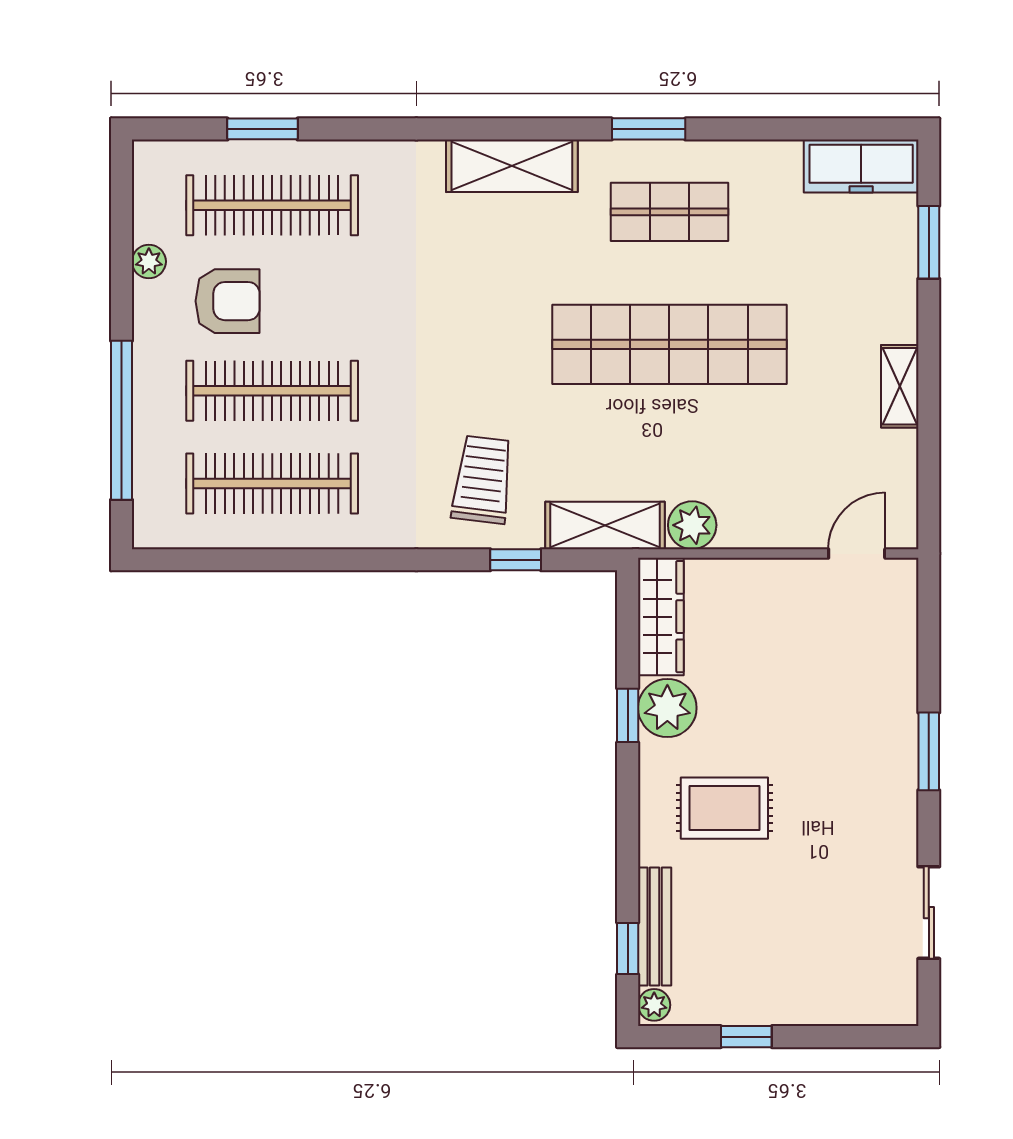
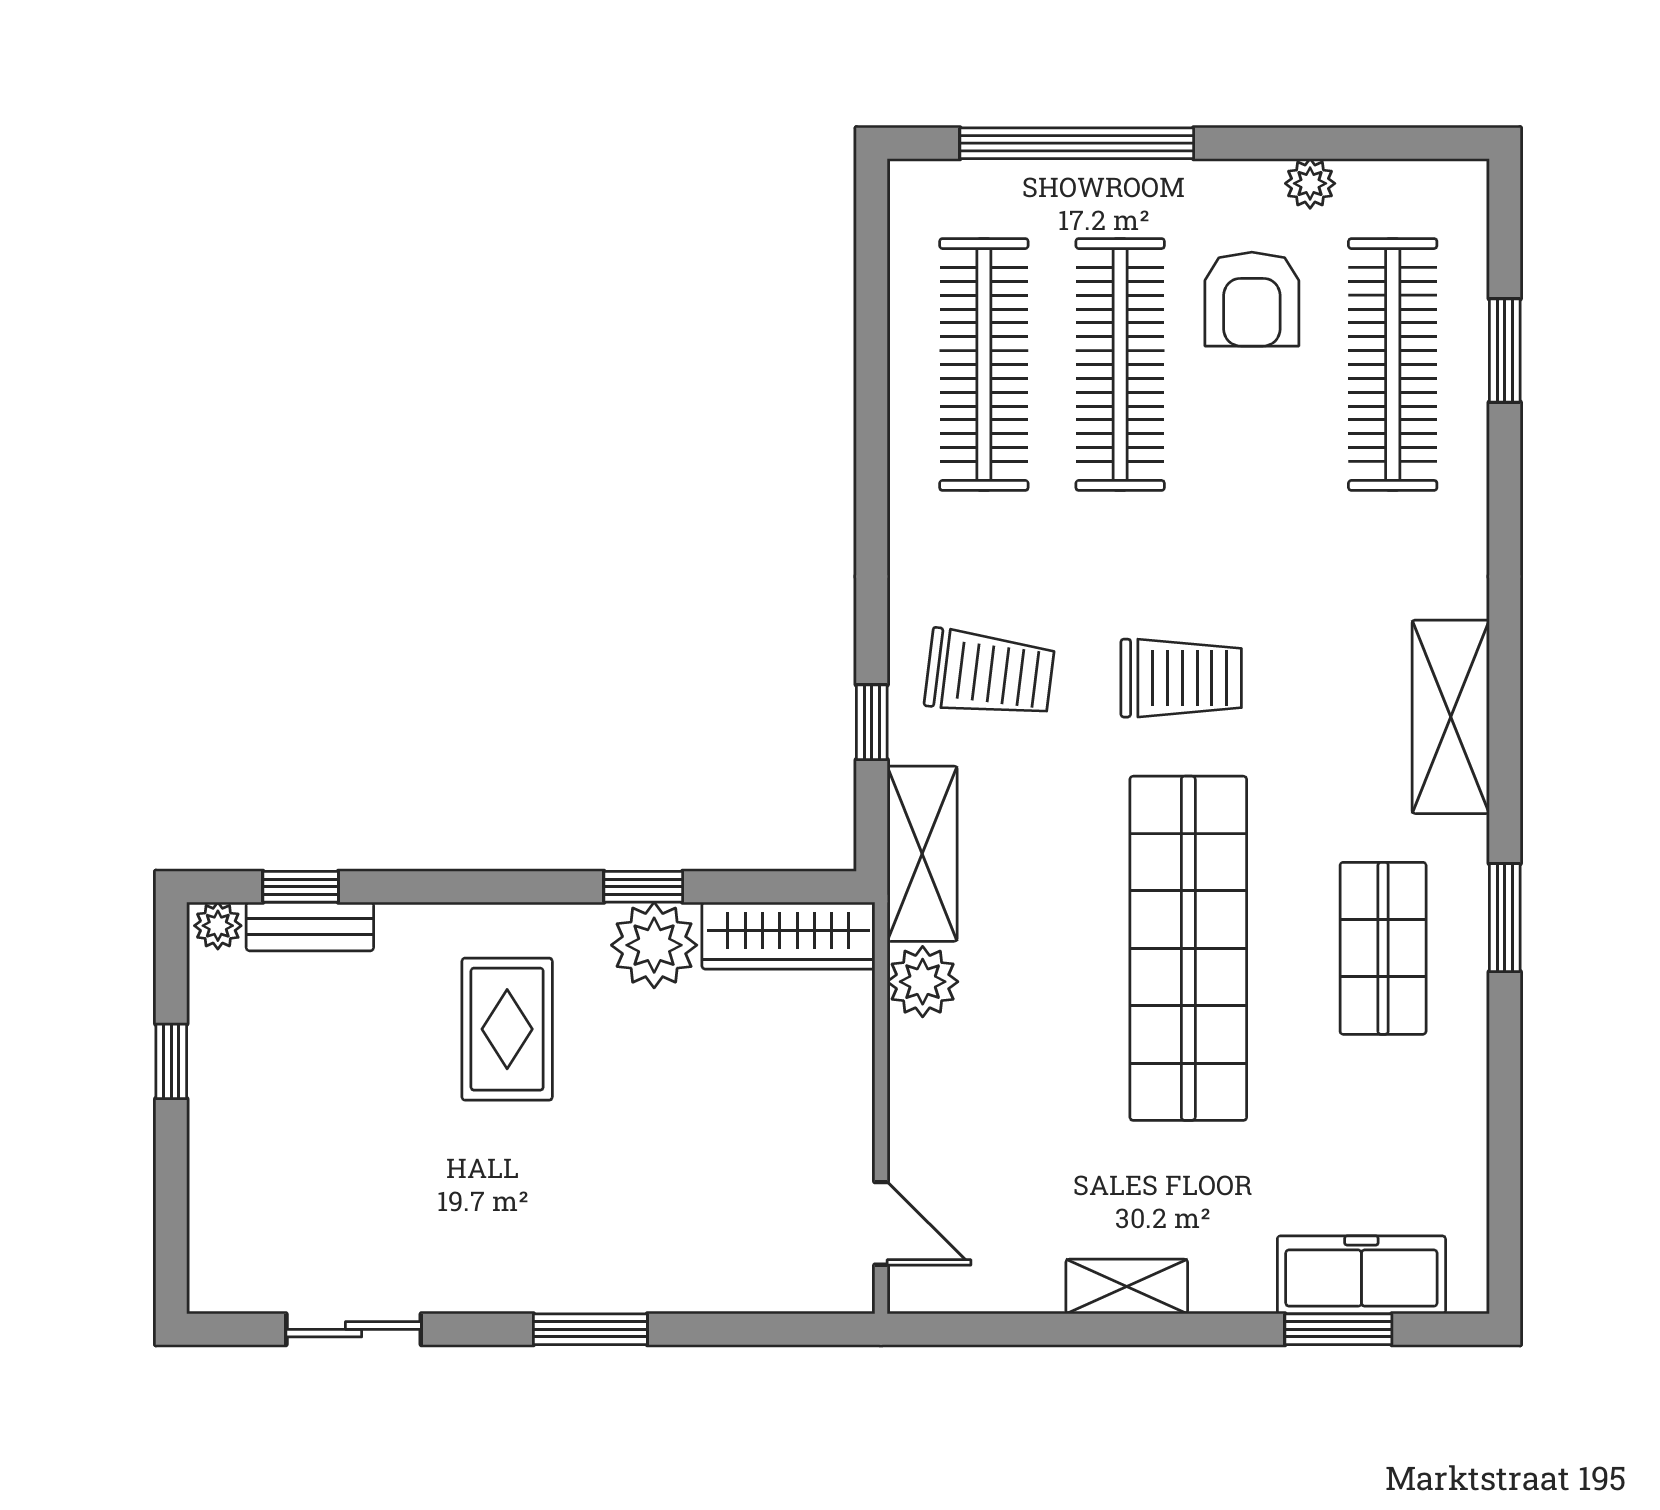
freezer: (861, 166) -> (1361, 1275), moved, turned 90
trolley: (486, 349) -> (1181, 678), added
bench: (655, 927) -> (310, 926), width x0.73

